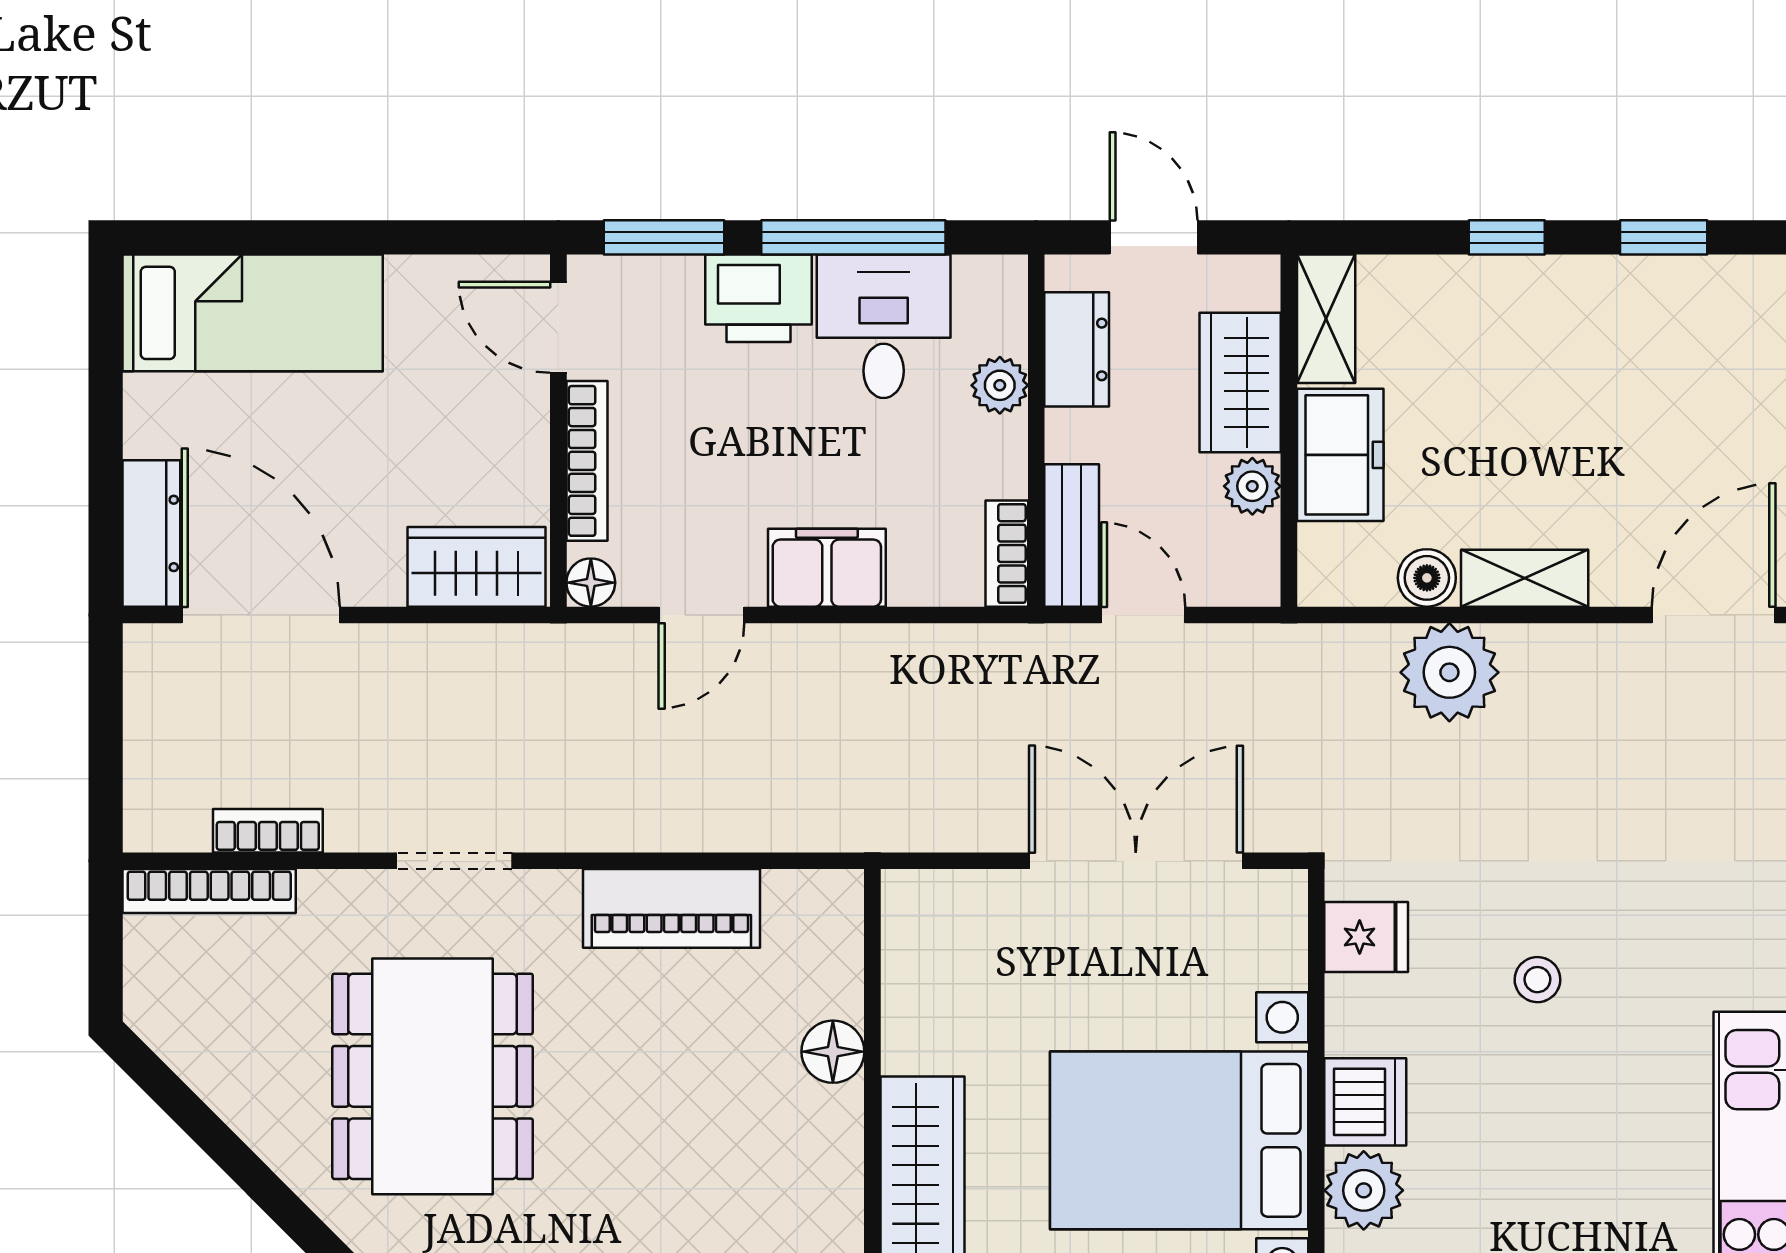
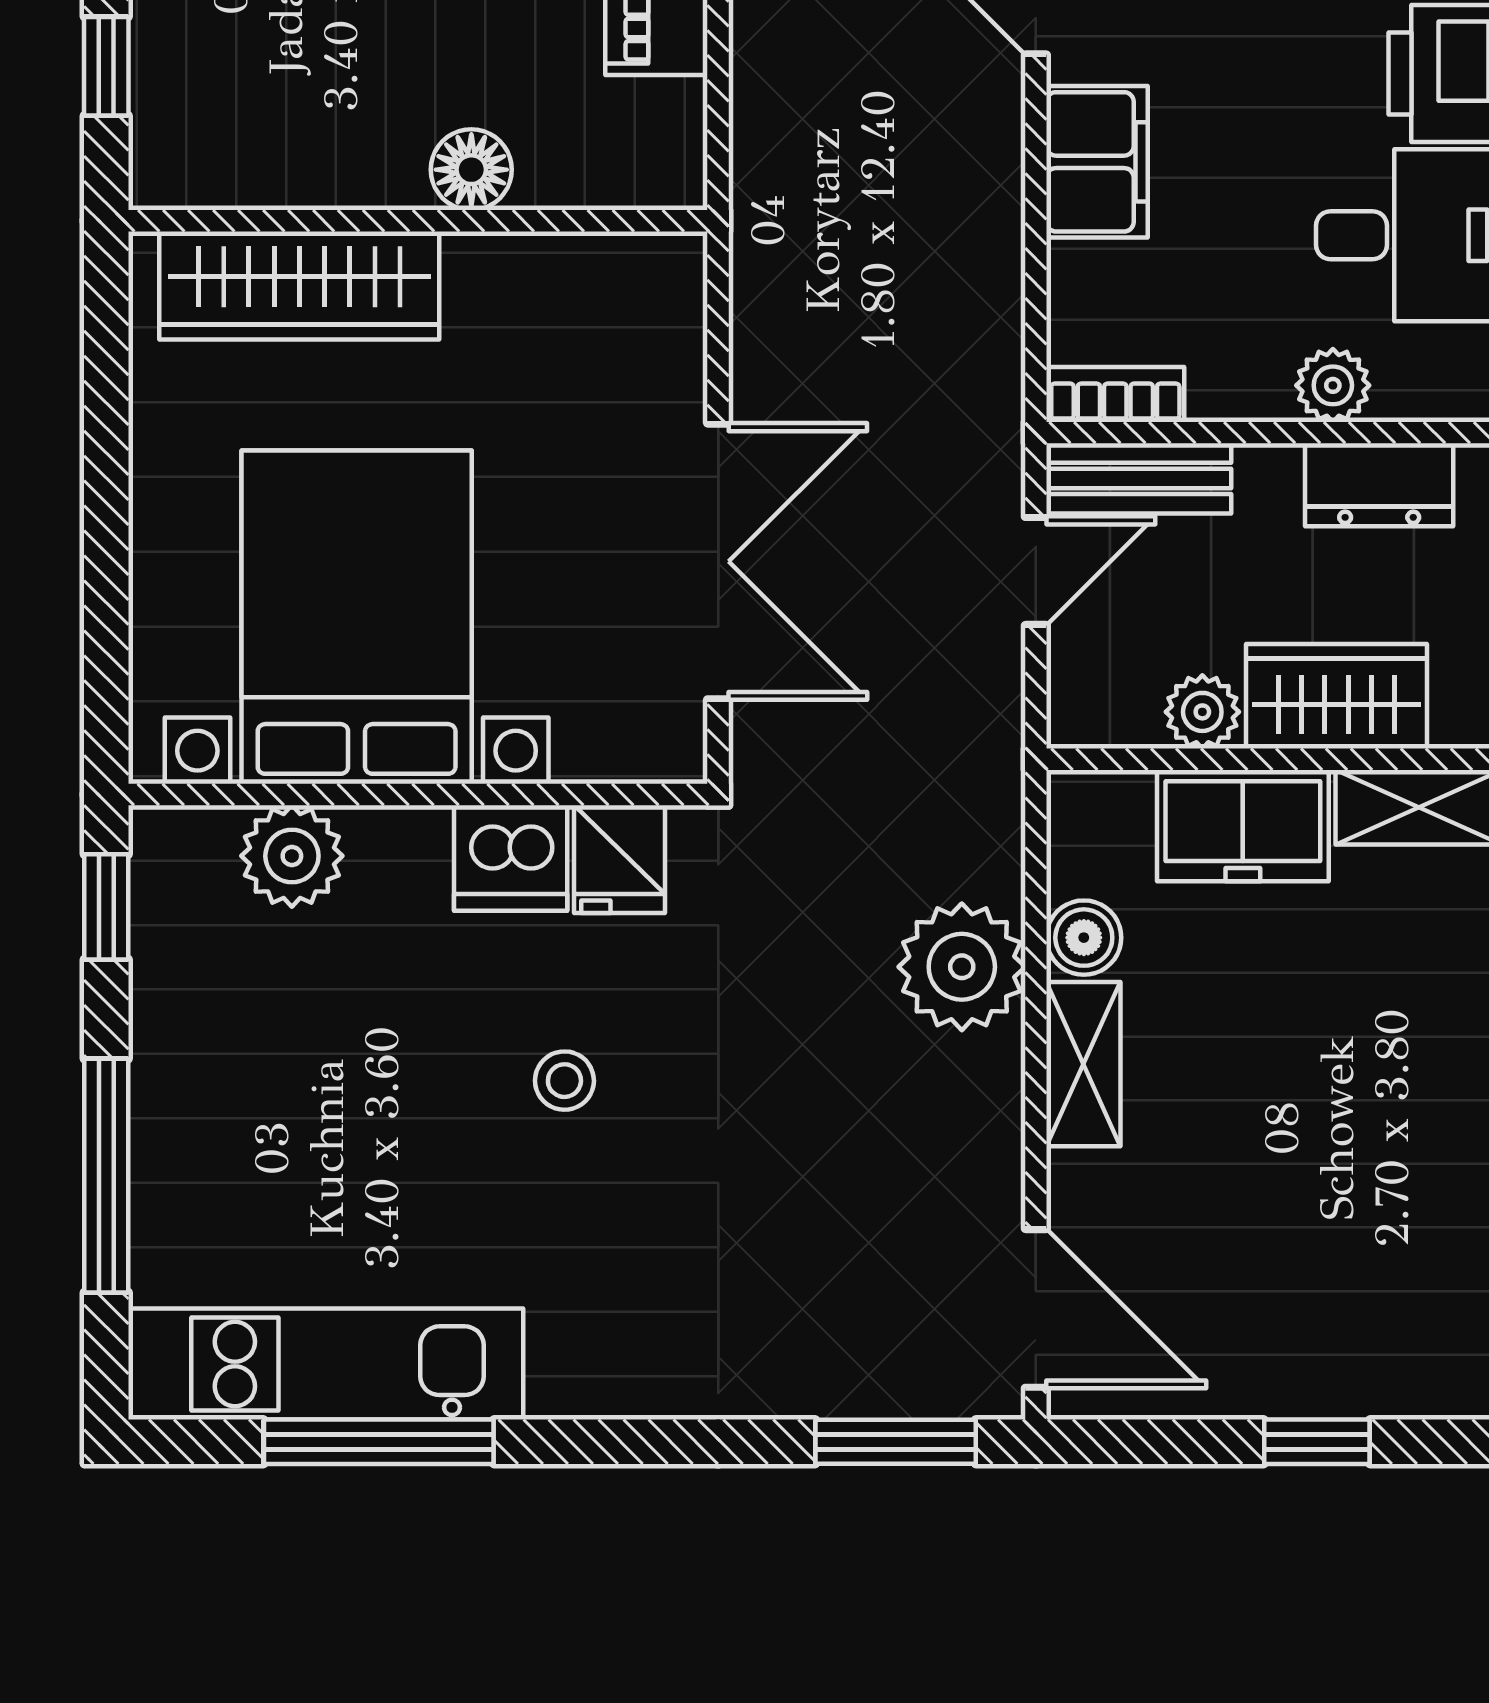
dishwasher: (1365, 1102) -> (511, 858), moved

